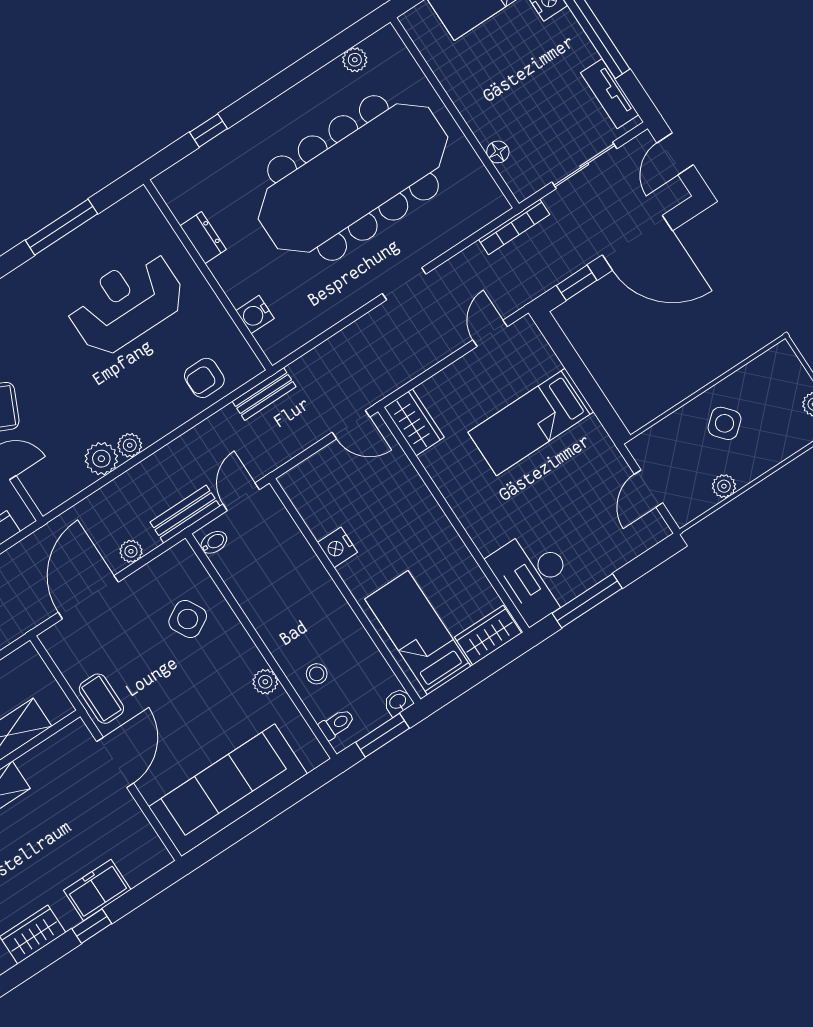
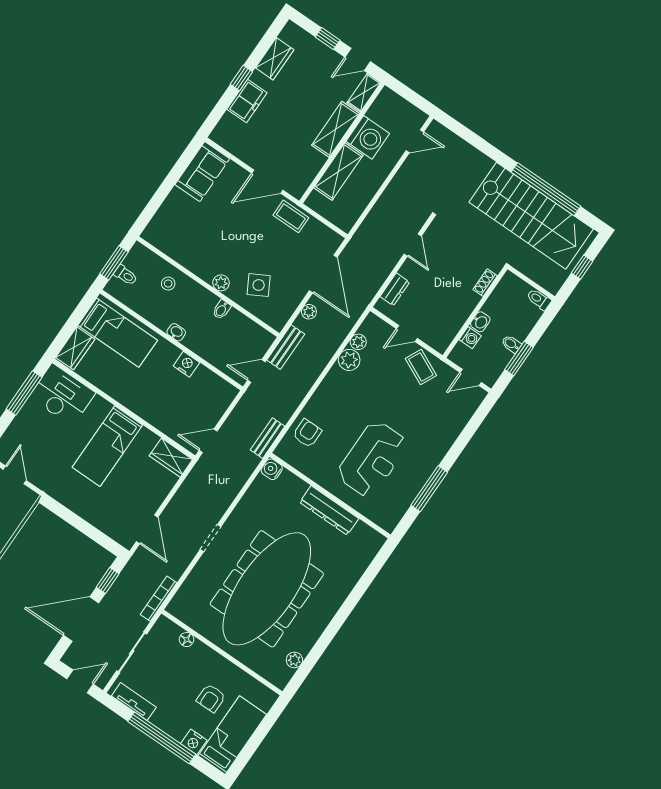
armchair: (497, 54) -> (211, 698), added
window: (209, 130) -> (365, 582), removed
door: (675, 154) -> (80, 681), hinge flipped
dresser: (203, 238) -> (329, 510), width x1.96, depth x1.24
water cooler: (255, 315) -> (272, 469), moved, turned -90
door: (490, 333) -> (147, 529), width x1.38
bed: (531, 422) -> (107, 446), moved, turned 180
plant: (130, 445) -> (358, 342), moved
door: (241, 497) -> (256, 371), swing flipped
bidet: (214, 542) -> (222, 310), moved
plant: (265, 682) -> (221, 283), moved
washbasin: (398, 702) -> (176, 332), moved, turned -90
toilet: (337, 724) -> (126, 275), moved, turned -90
door: (115, 762) -> (267, 182), hinge flipped
sofa: (228, 790) -> (202, 172), width x0.54, depth x0.79

